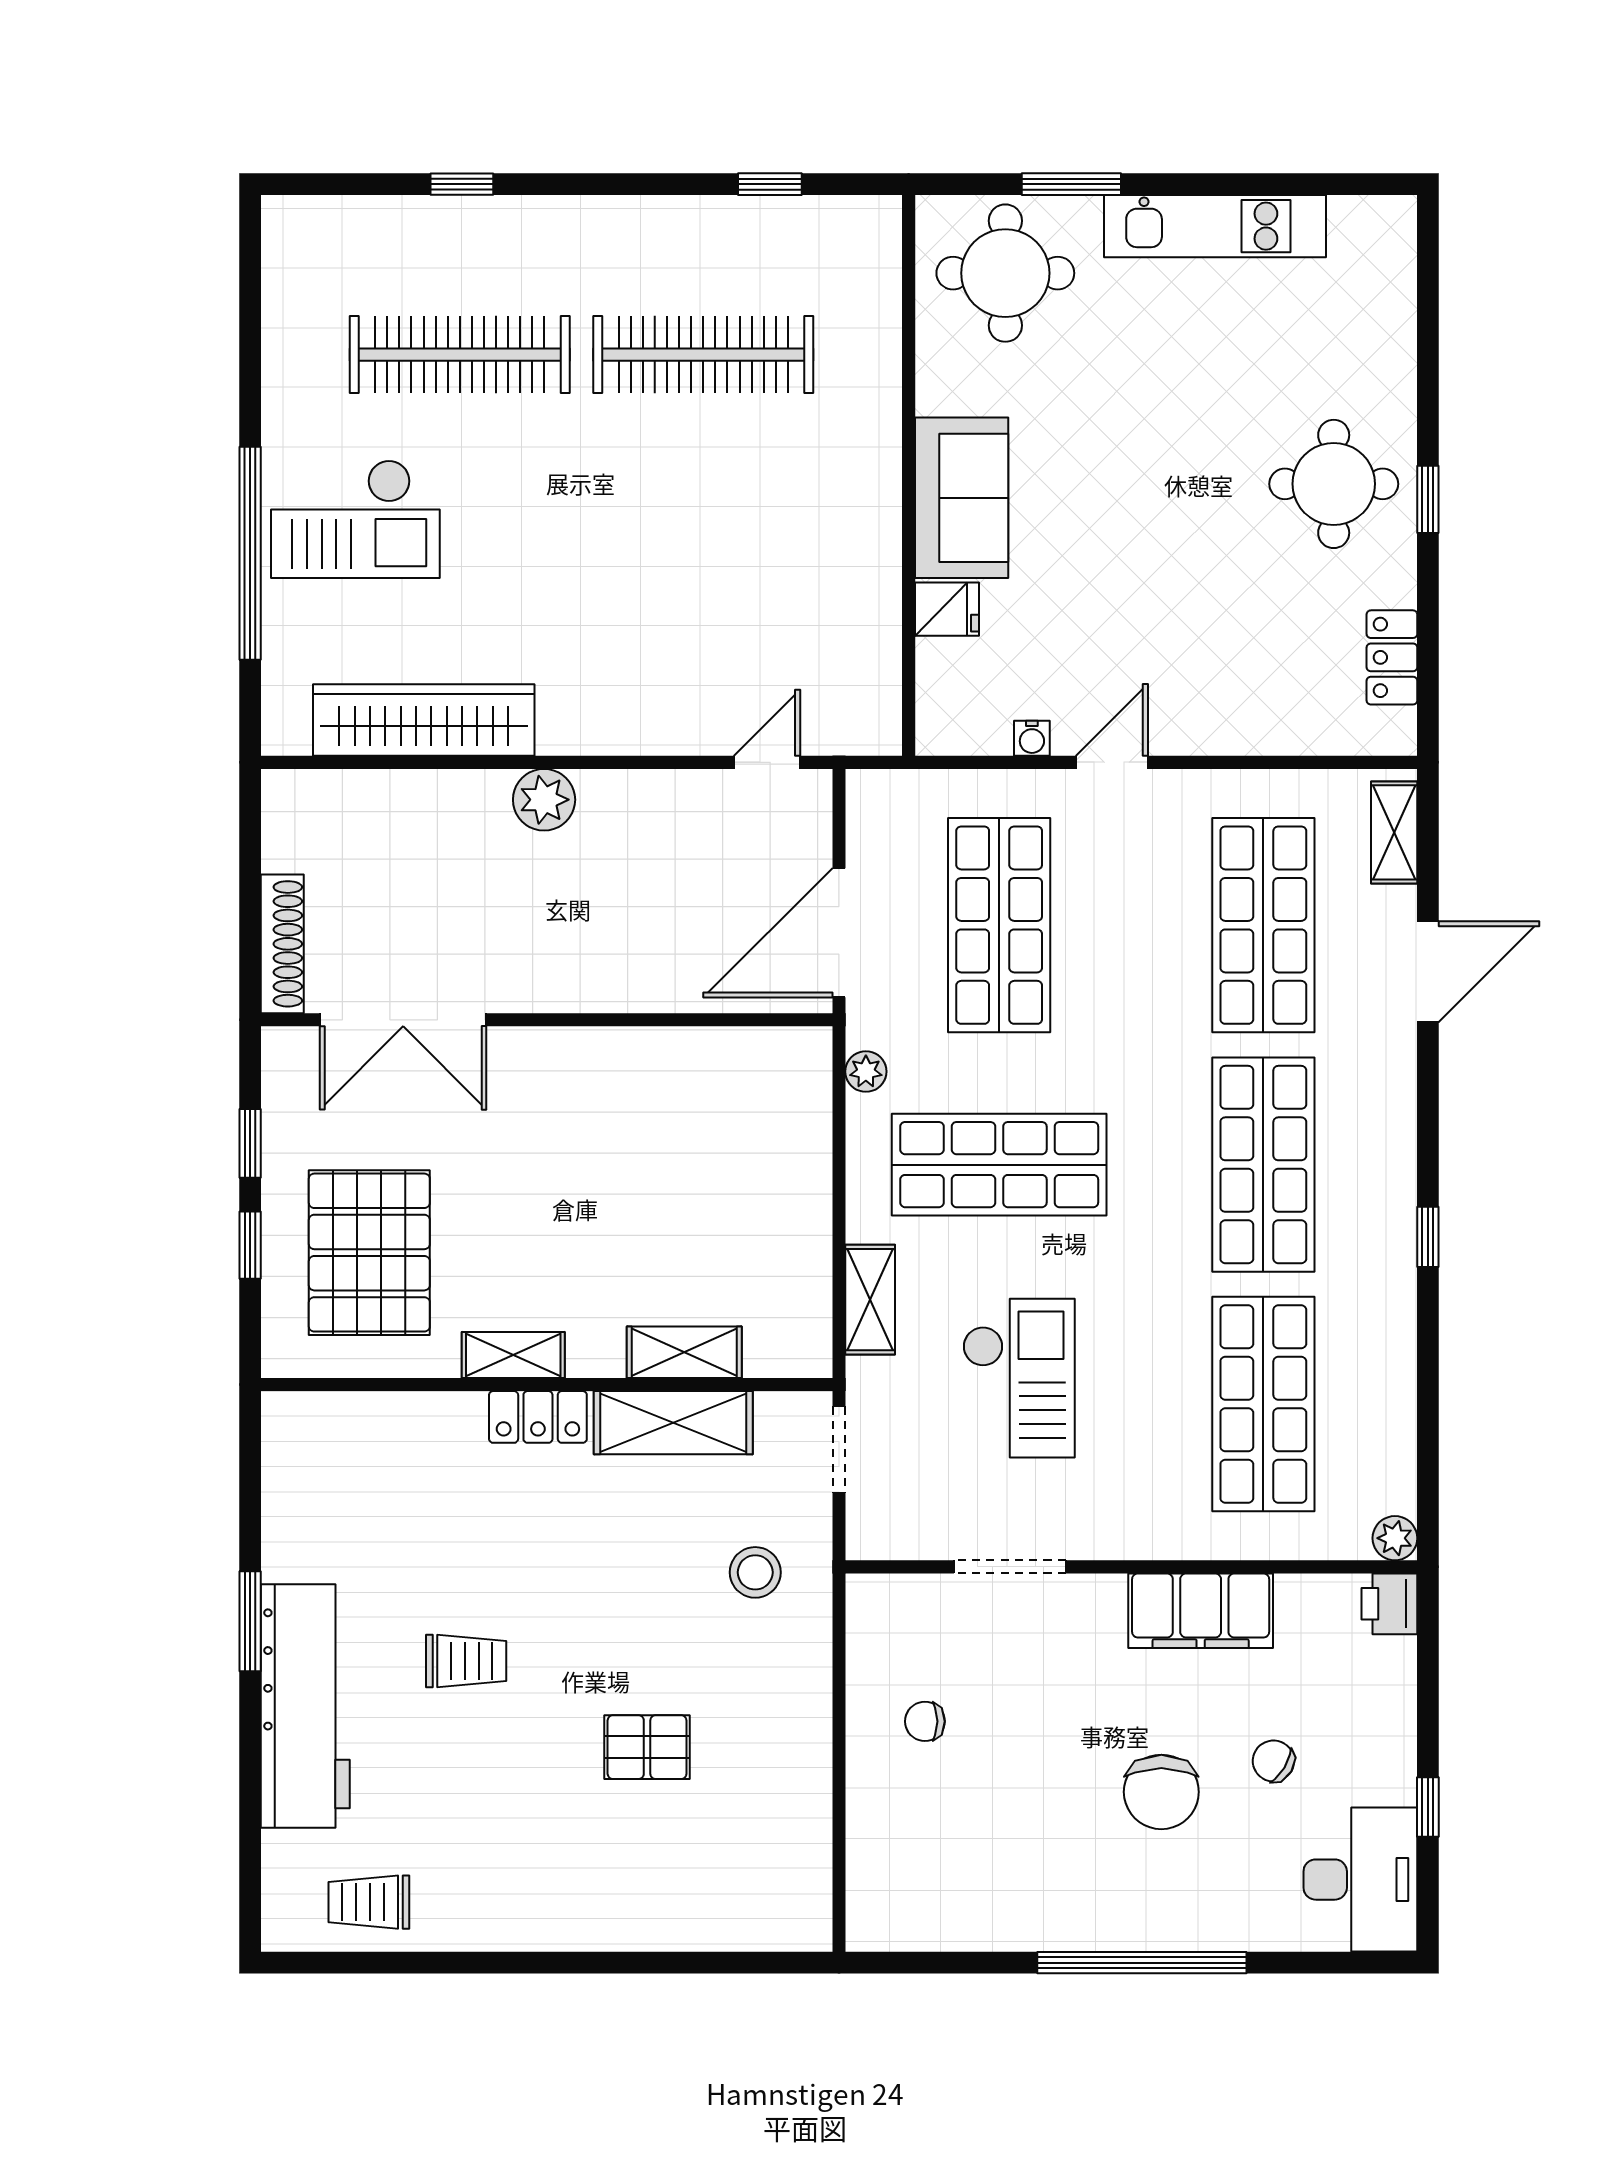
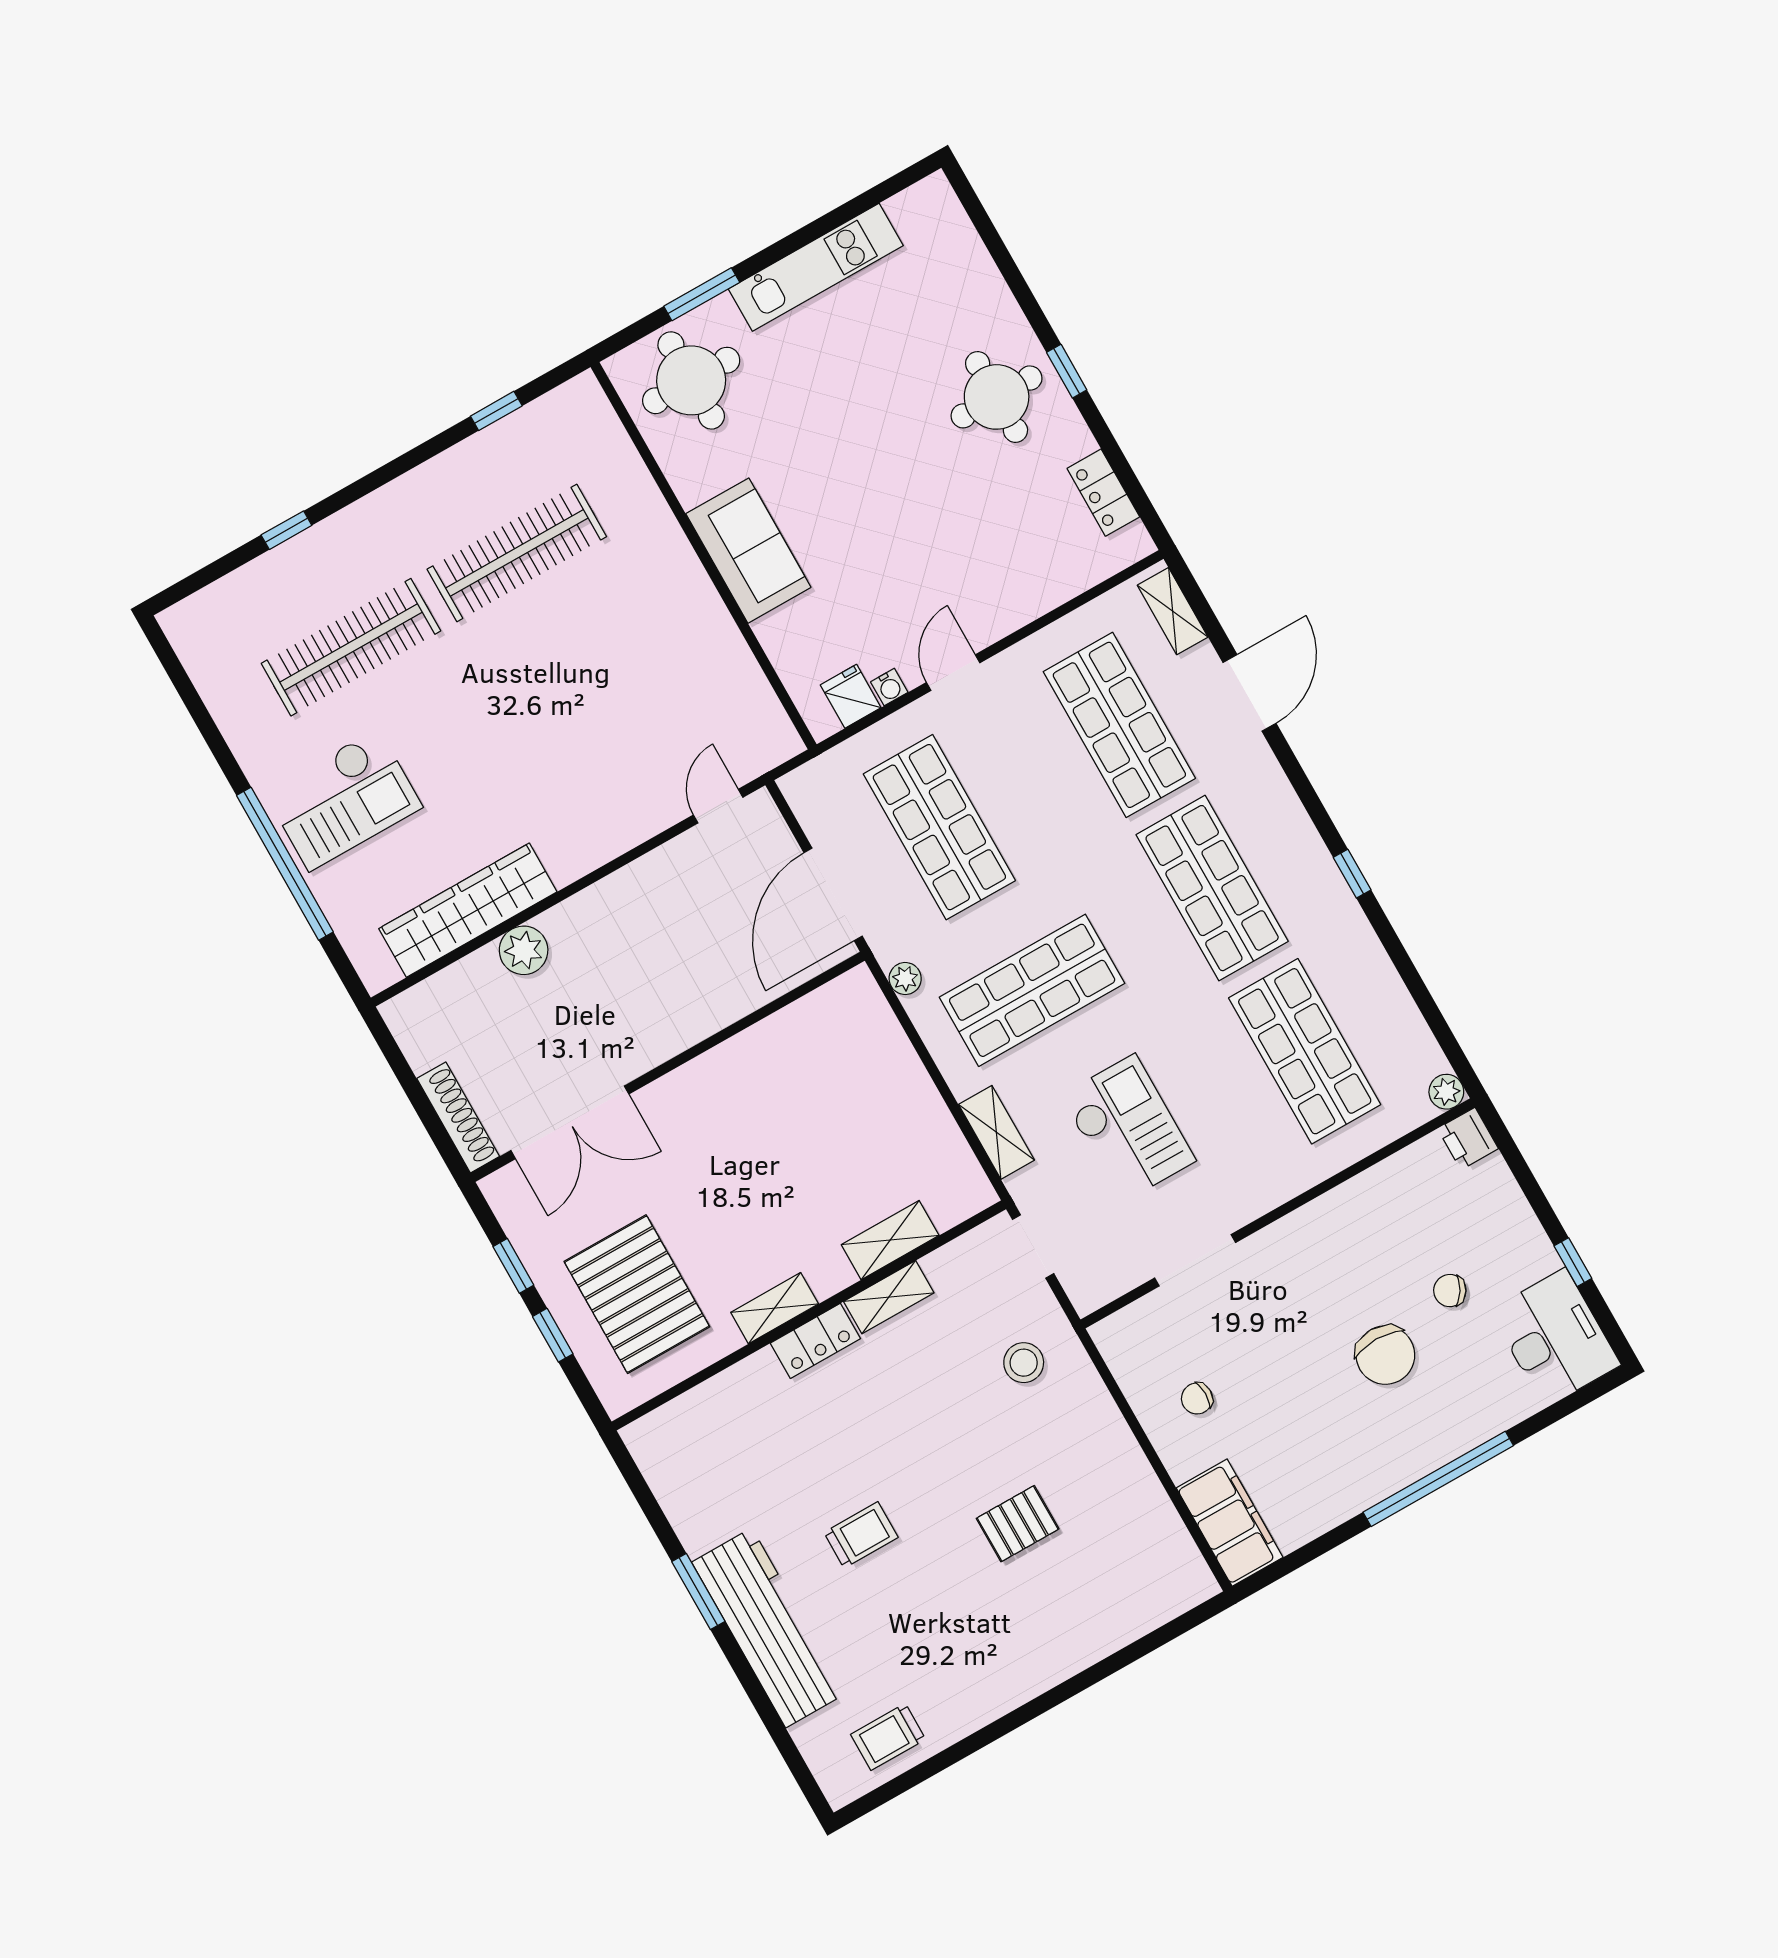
fridge: (947, 609) -> (851, 696), moved, turned -90
plant: (544, 800) -> (524, 950), moved
shelving: (673, 1423) -> (889, 1297), width x0.67, depth x0.75
filing cabinet: (1201, 1611) -> (1230, 1523), moved, turned -90

